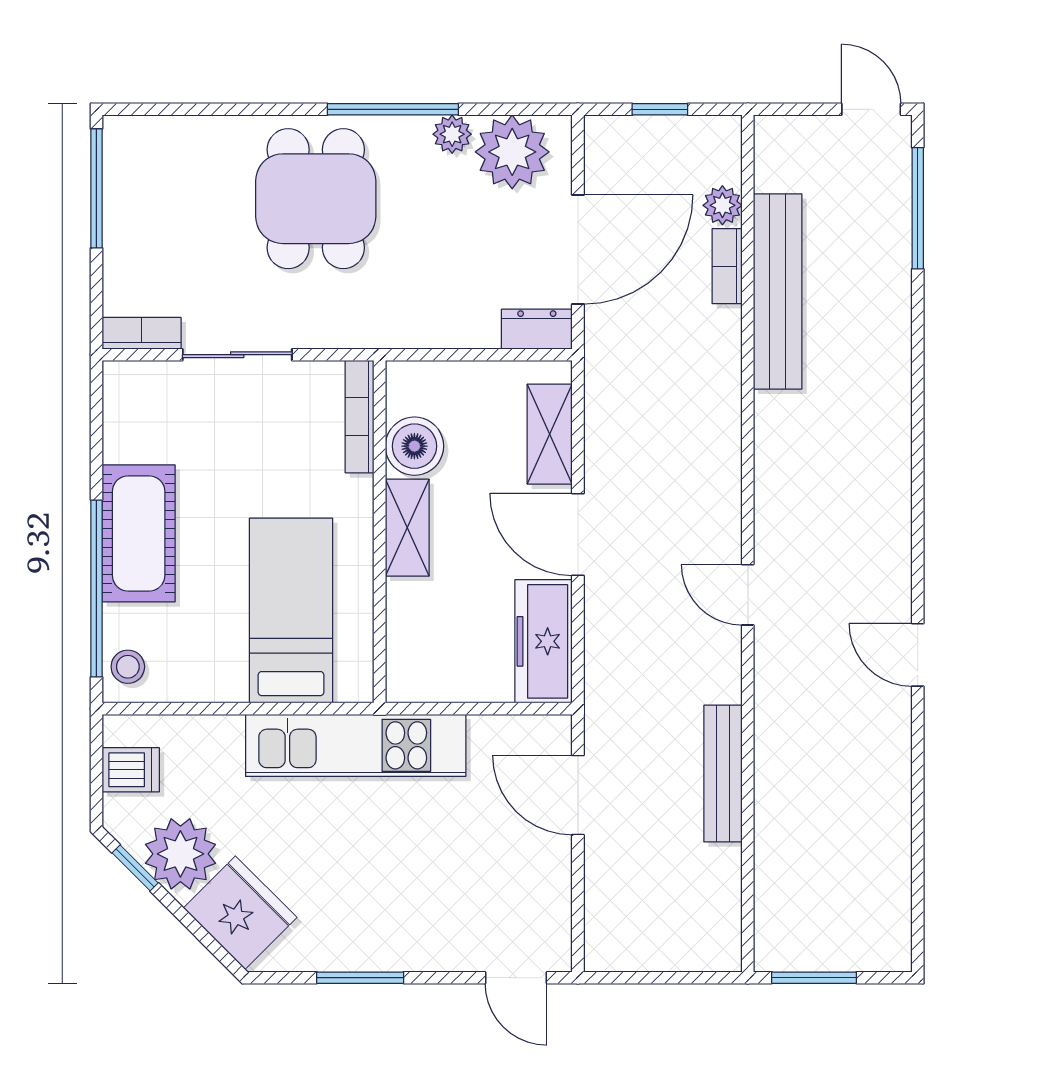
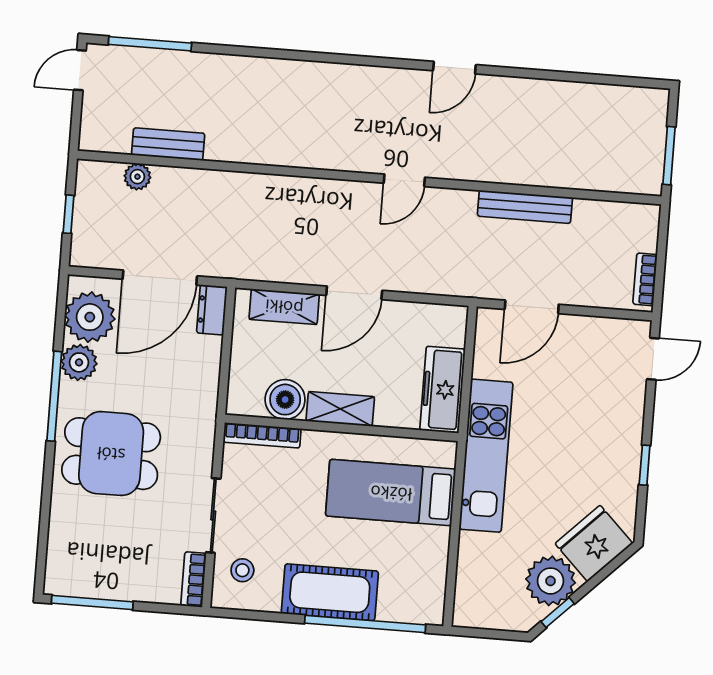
plant: (452, 134) -> (79, 362), width x1.38, depth x1.38
door: (578, 249) -> (160, 278), swing flipped
bookcase: (727, 266) -> (645, 279), moved, turned 90
bench: (778, 292) -> (168, 144), width x0.54, depth x0.82
freezer: (544, 641) -> (442, 390), moved, turned 90
stool: (128, 667) -> (242, 570), moved
dishwasher: (131, 770) -> (491, 610), removed
window: (360, 978) -> (645, 465), width x0.67

